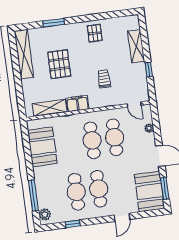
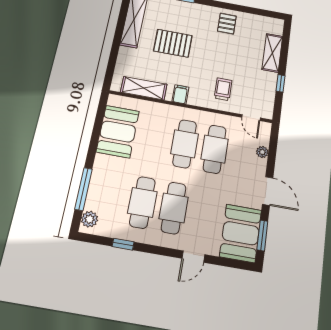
pallet: (59, 64) -> (173, 43), turned 90
trolley: (104, 79) -> (223, 89), moved
filing cabinet: (78, 104) -> (180, 94), width x0.50

